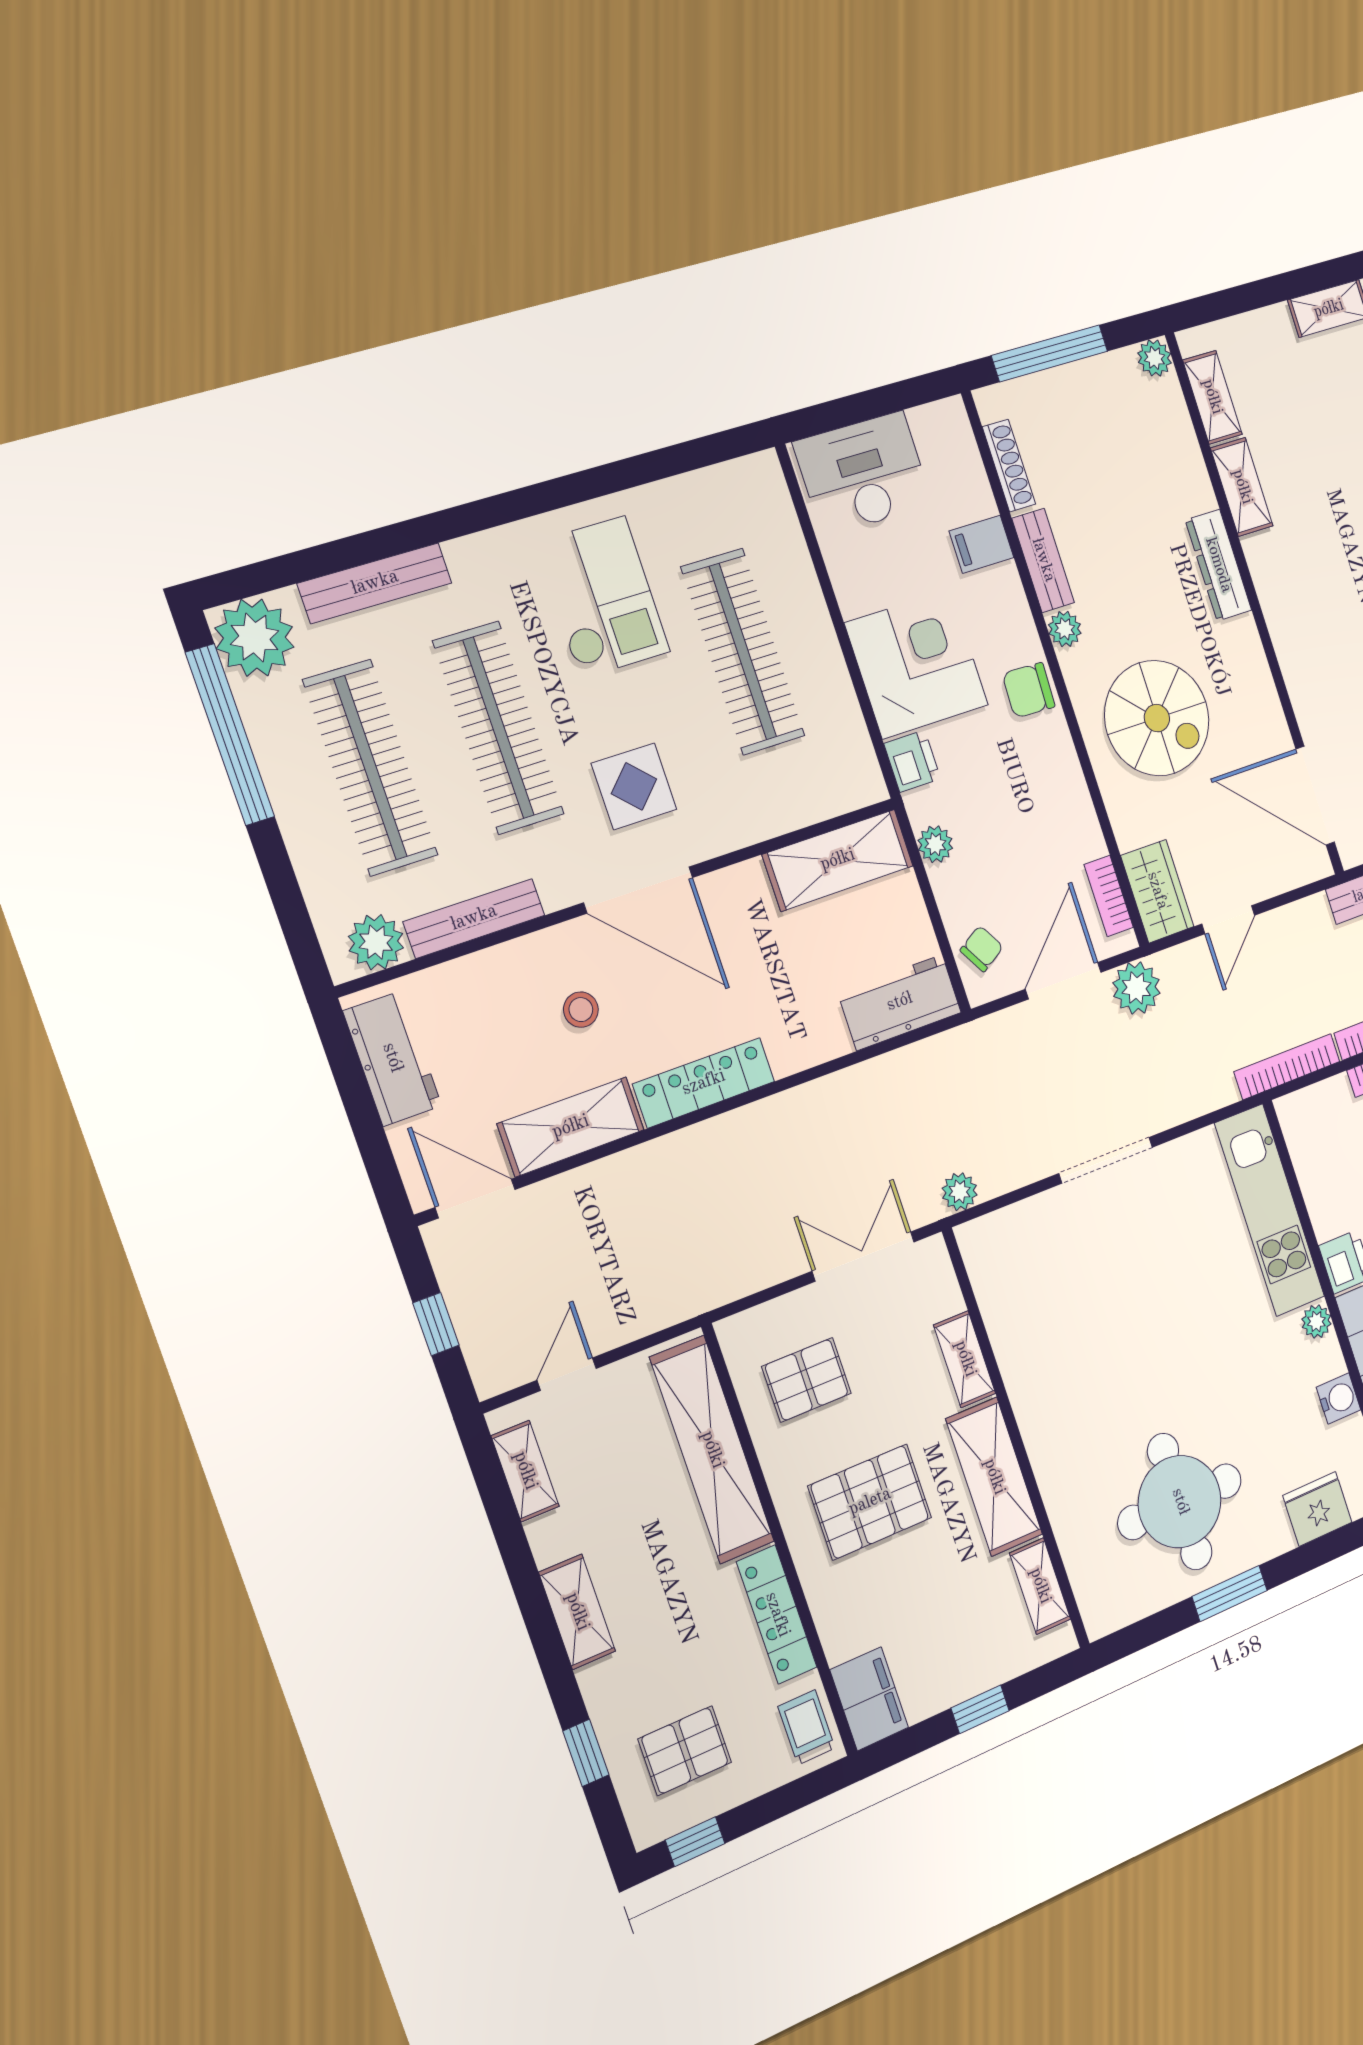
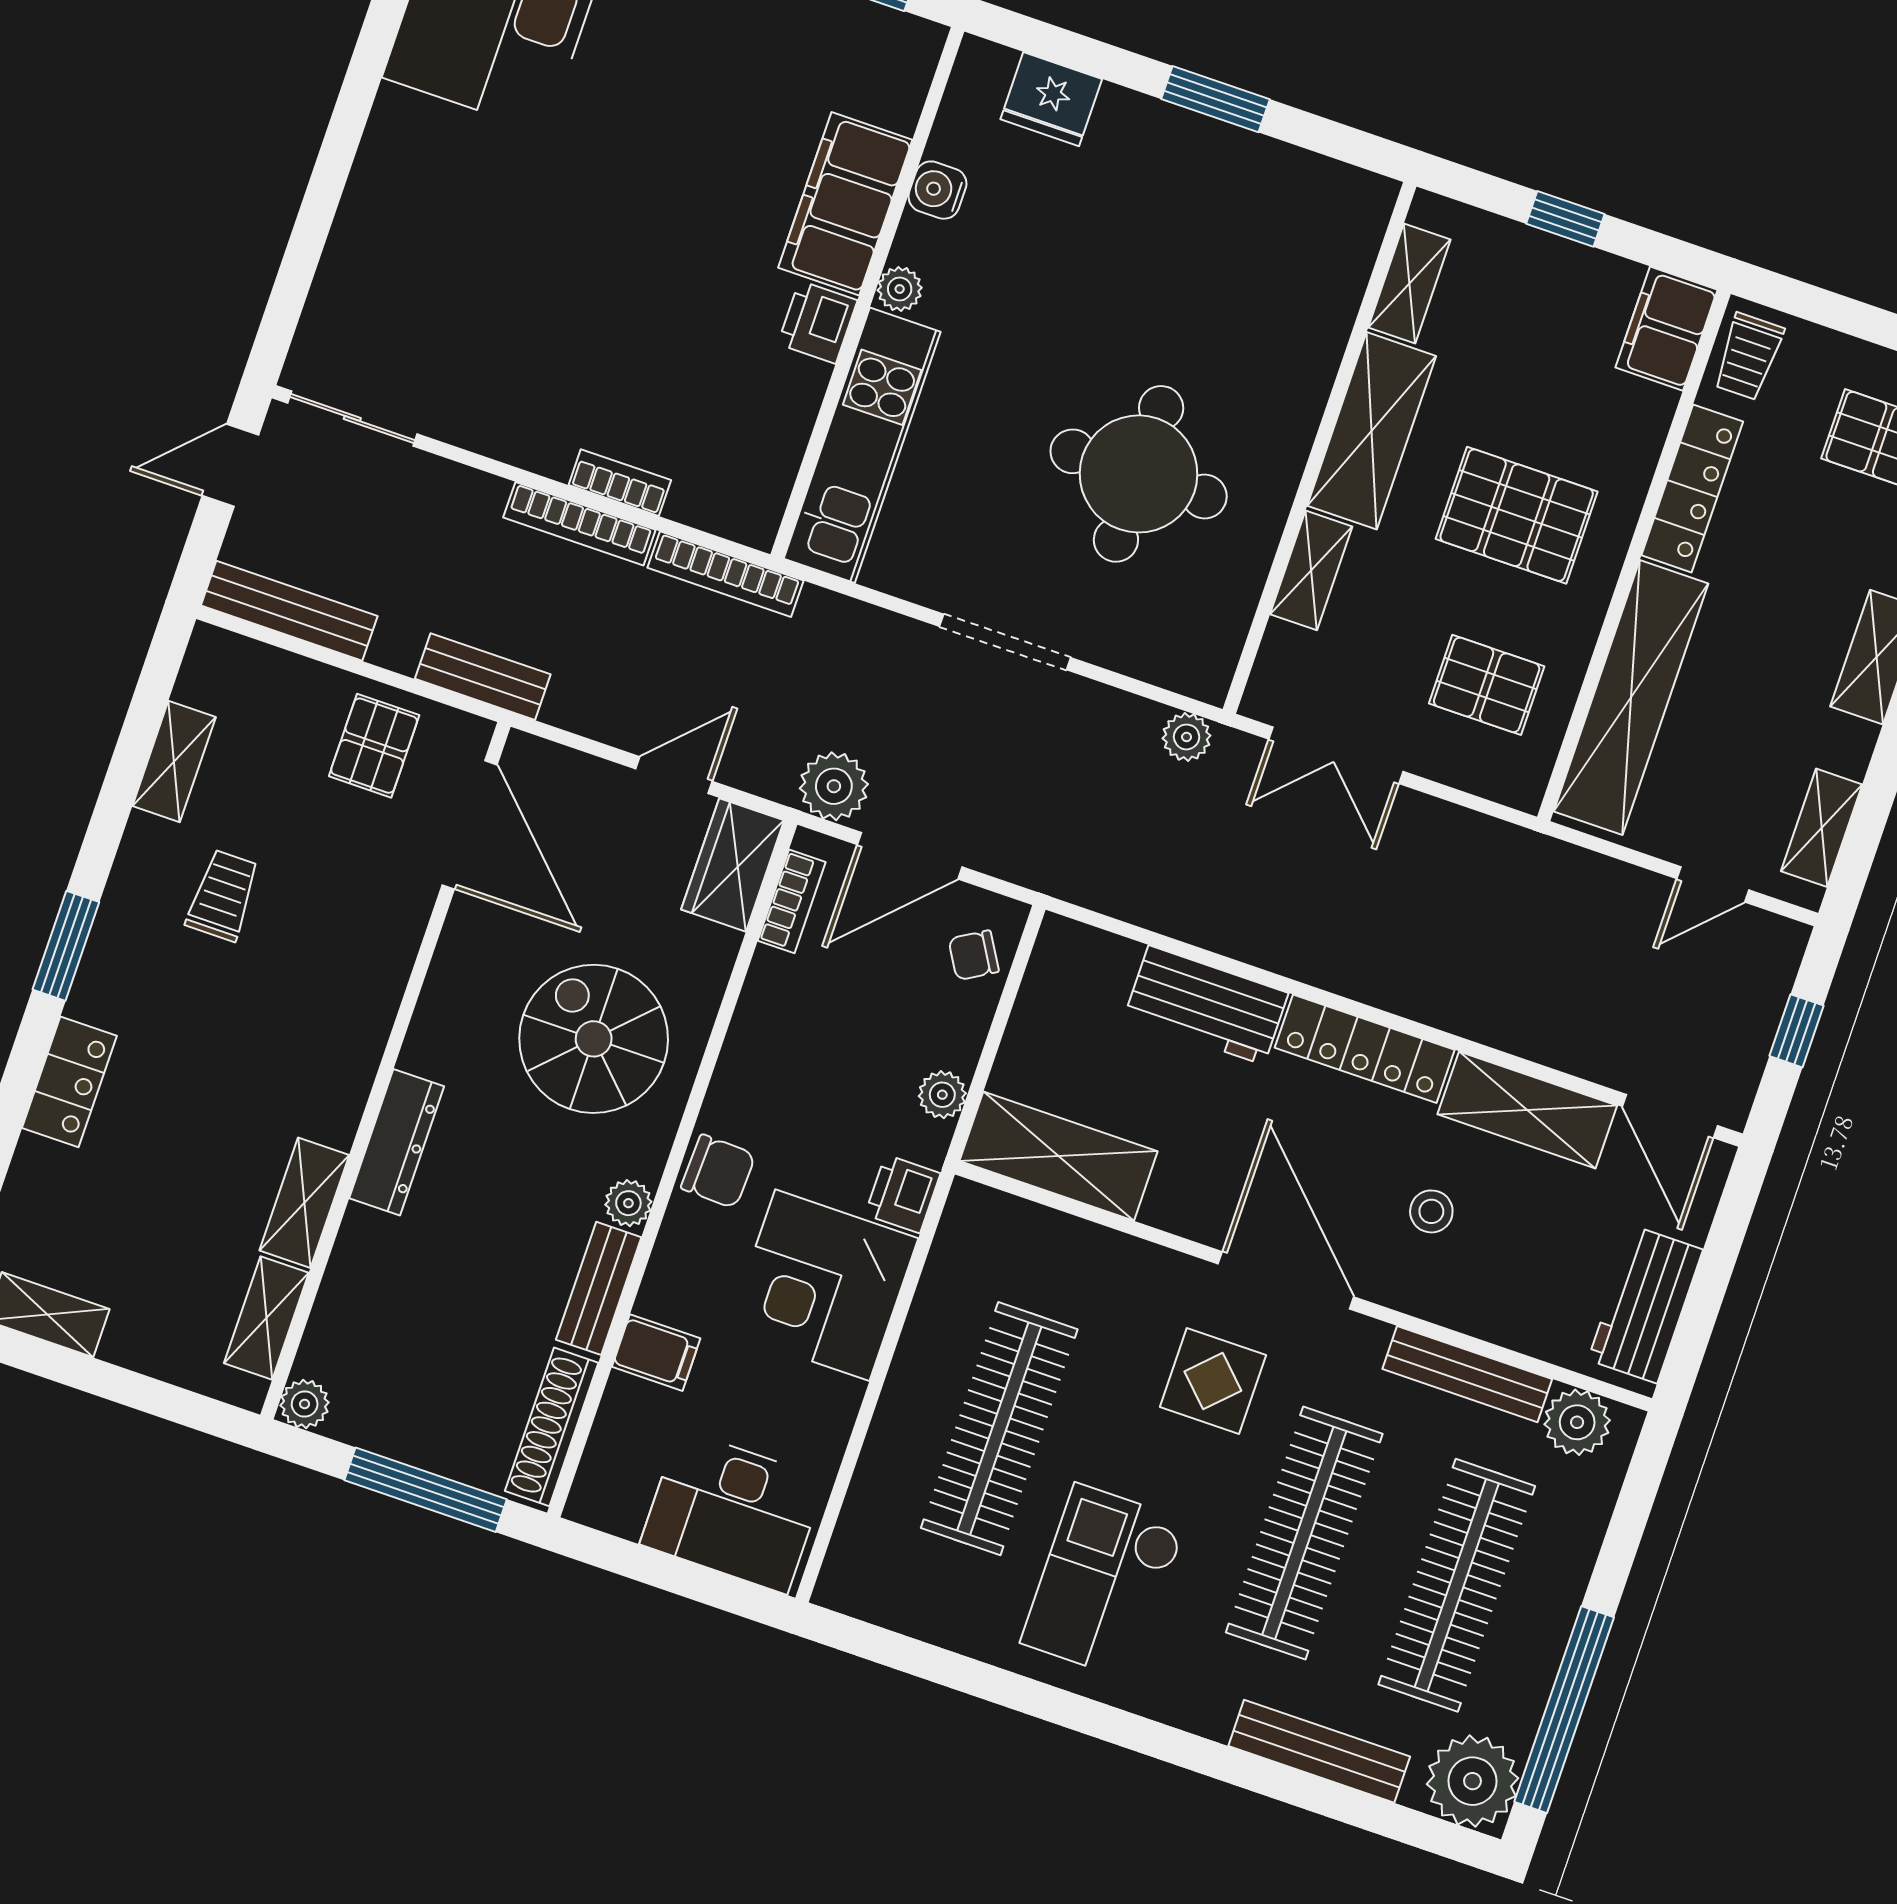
shoe rack: (1009, 466) -> (552, 1427), width x1.36, depth x1.24
workbench: (900, 1002) -> (1206, 1005), moved
round table: (1180, 1502) -> (1139, 474), moved

